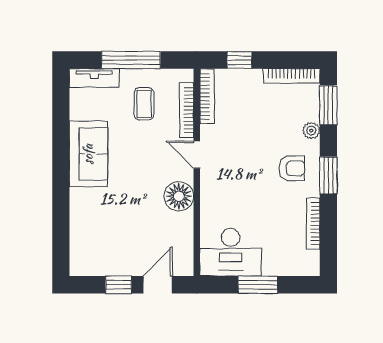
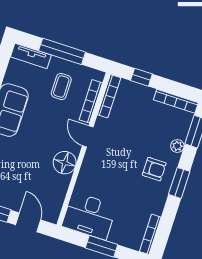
bookcase: (313, 224) -> (150, 234), moved
door: (158, 285) -> (28, 222), hinge flipped

